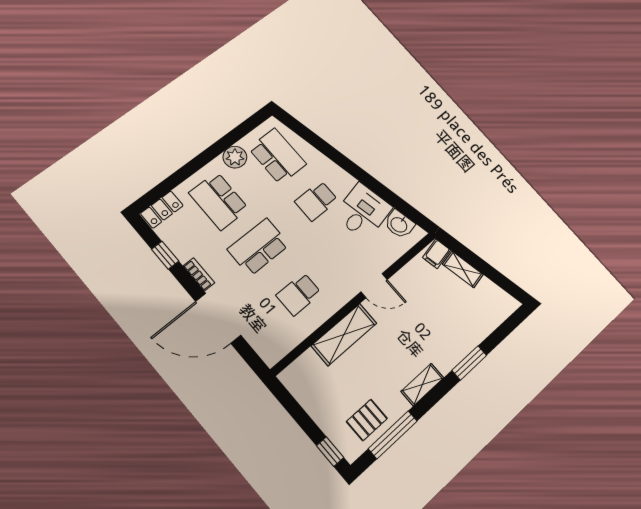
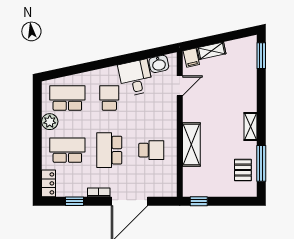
school desk: (219, 201) -> (67, 150), turned 180
school desk: (316, 201) -> (109, 98), turned 180
door: (374, 286) -> (180, 86), moved
school desk: (299, 294) -> (151, 150), turned -90
window: (469, 363) -> (261, 56), moved
window: (330, 452) -> (199, 201), moved

